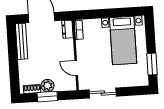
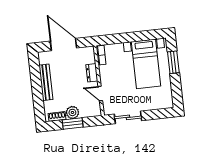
dresser: (68, 29) -> (92, 73), moved
bench: (22, 41) -> (46, 82), moved
window: (152, 64) -> (173, 62), moved

